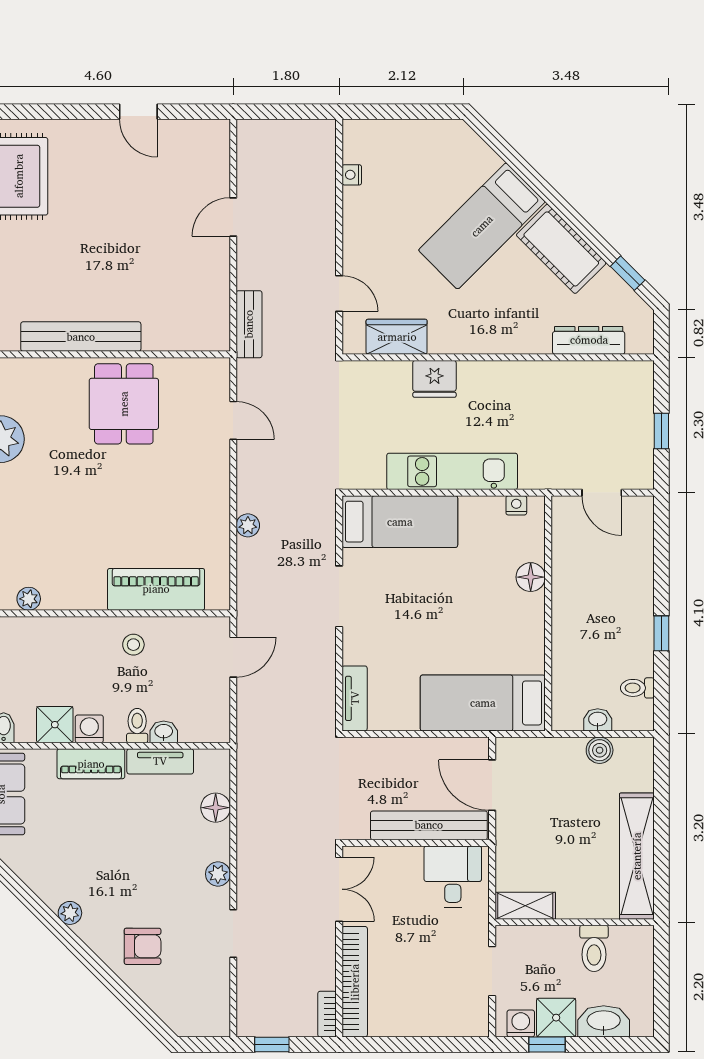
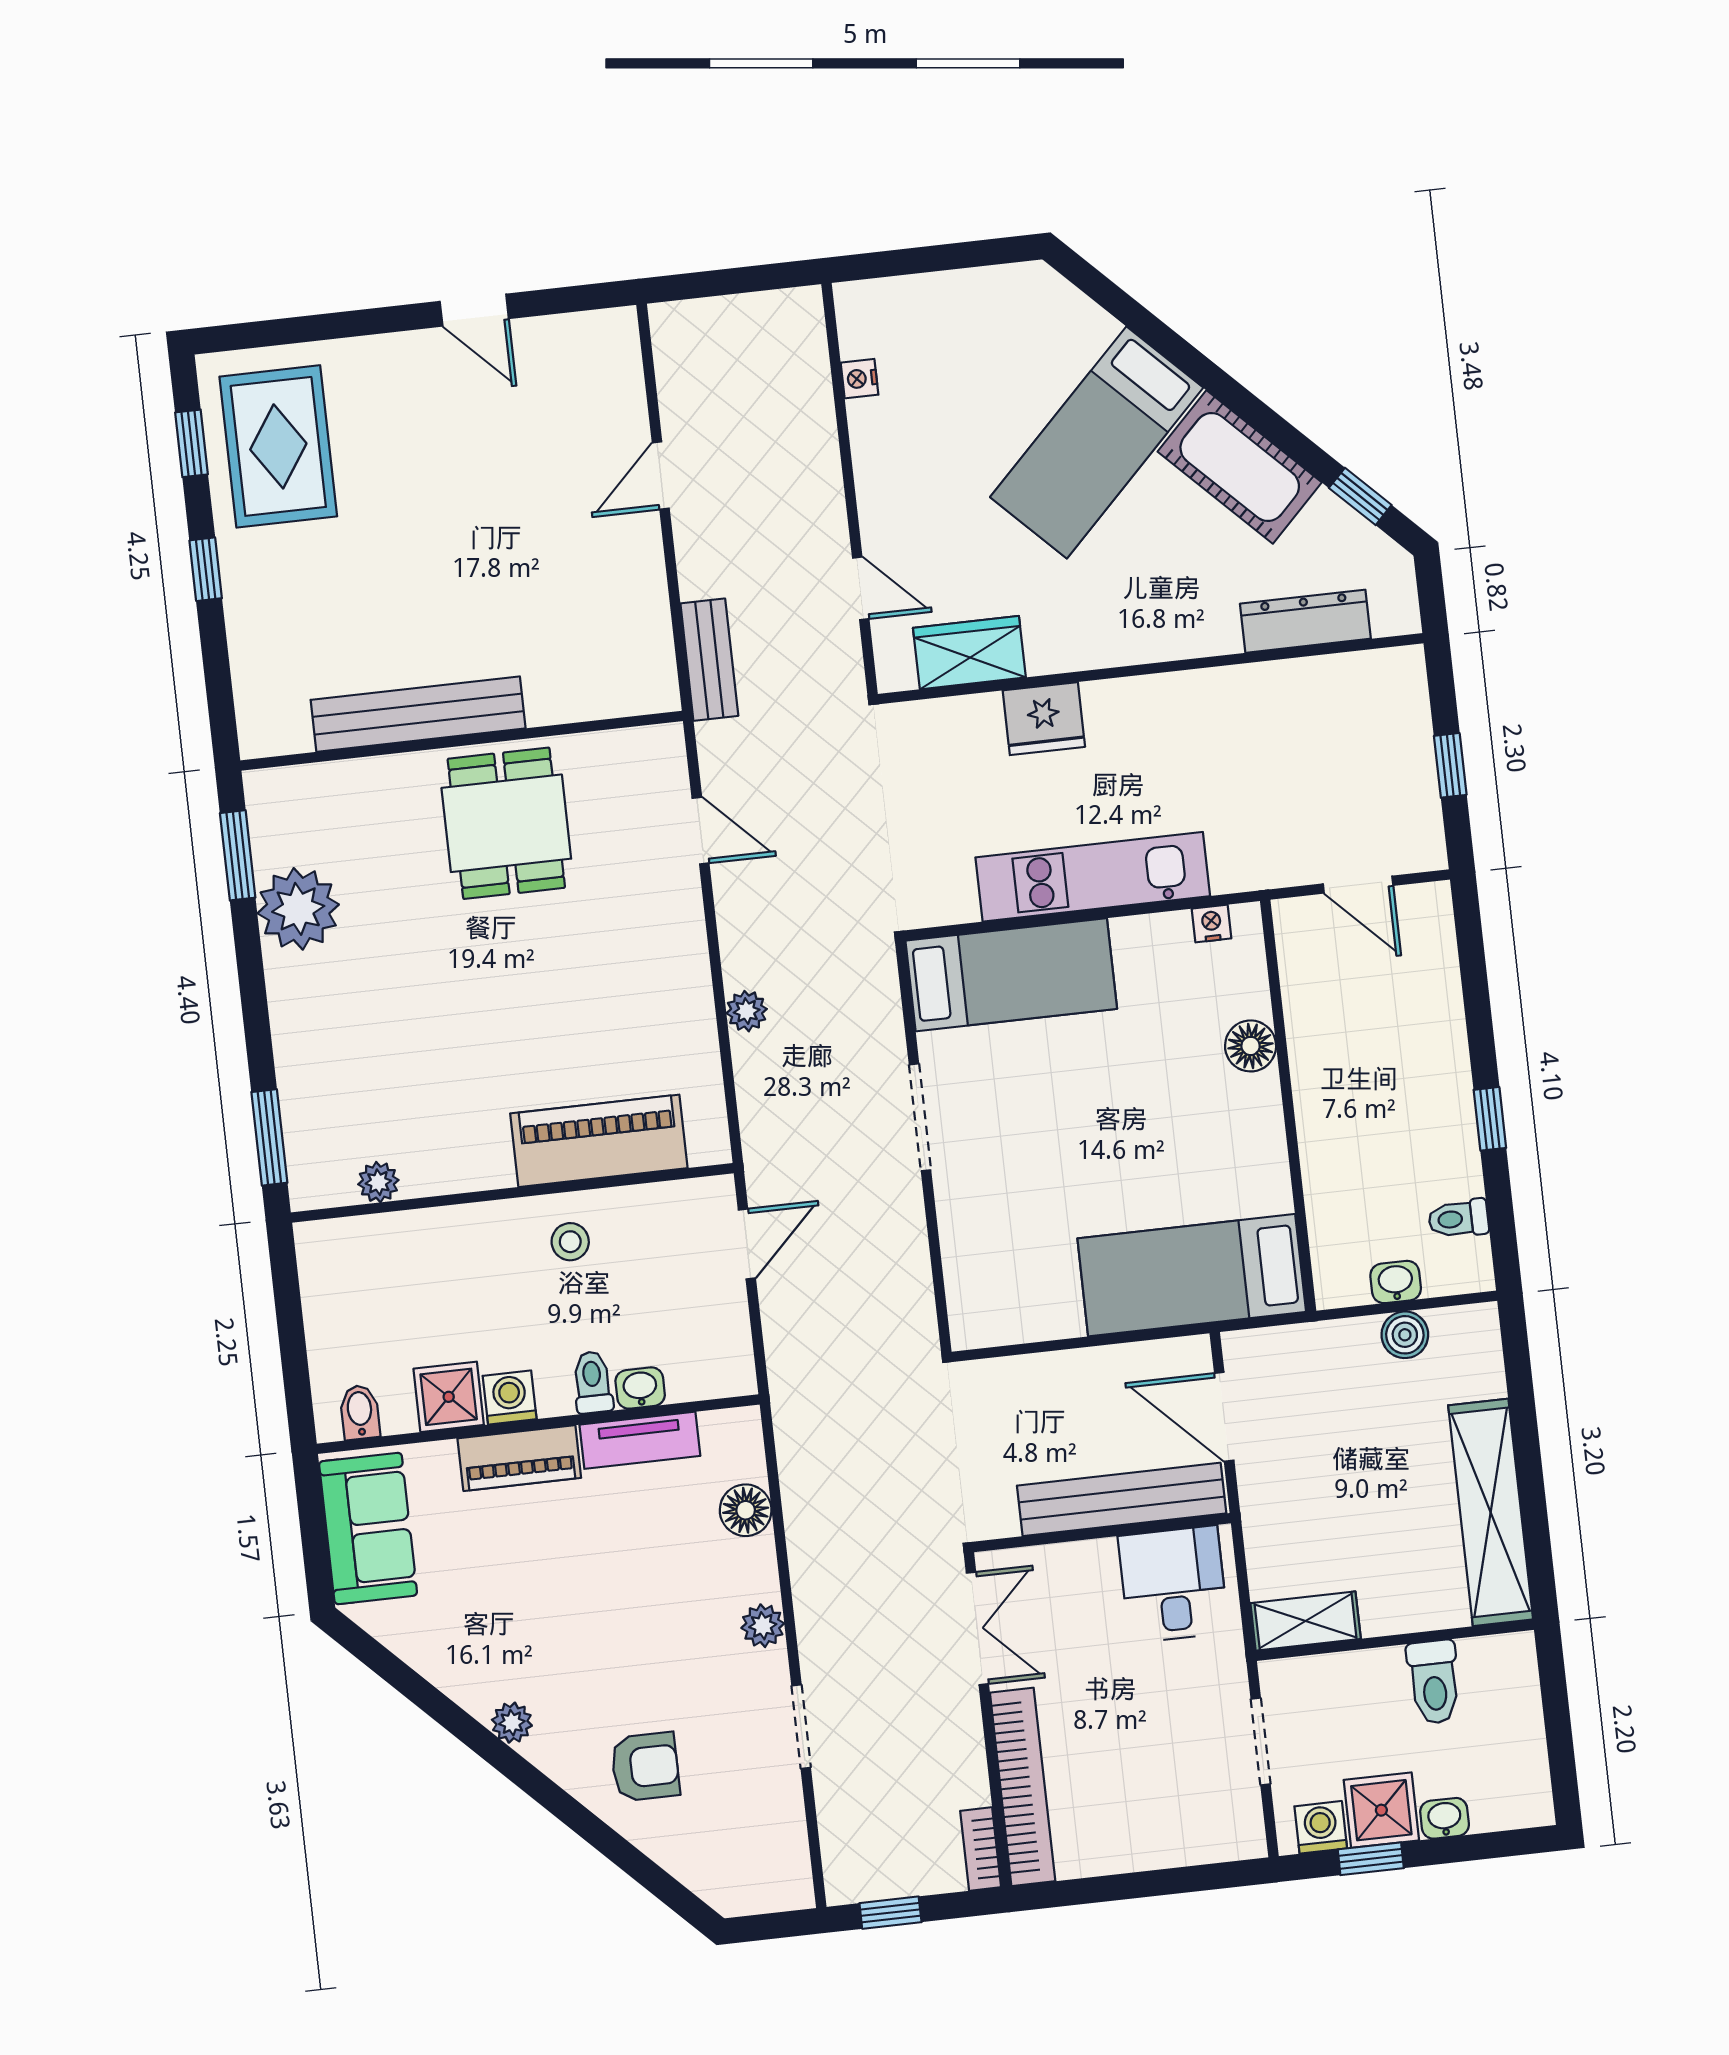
tv unit: (355, 698) -> (967, 1292), removed
washbasin: (604, 1021) -> (1445, 1818), width x0.52, depth x0.69

